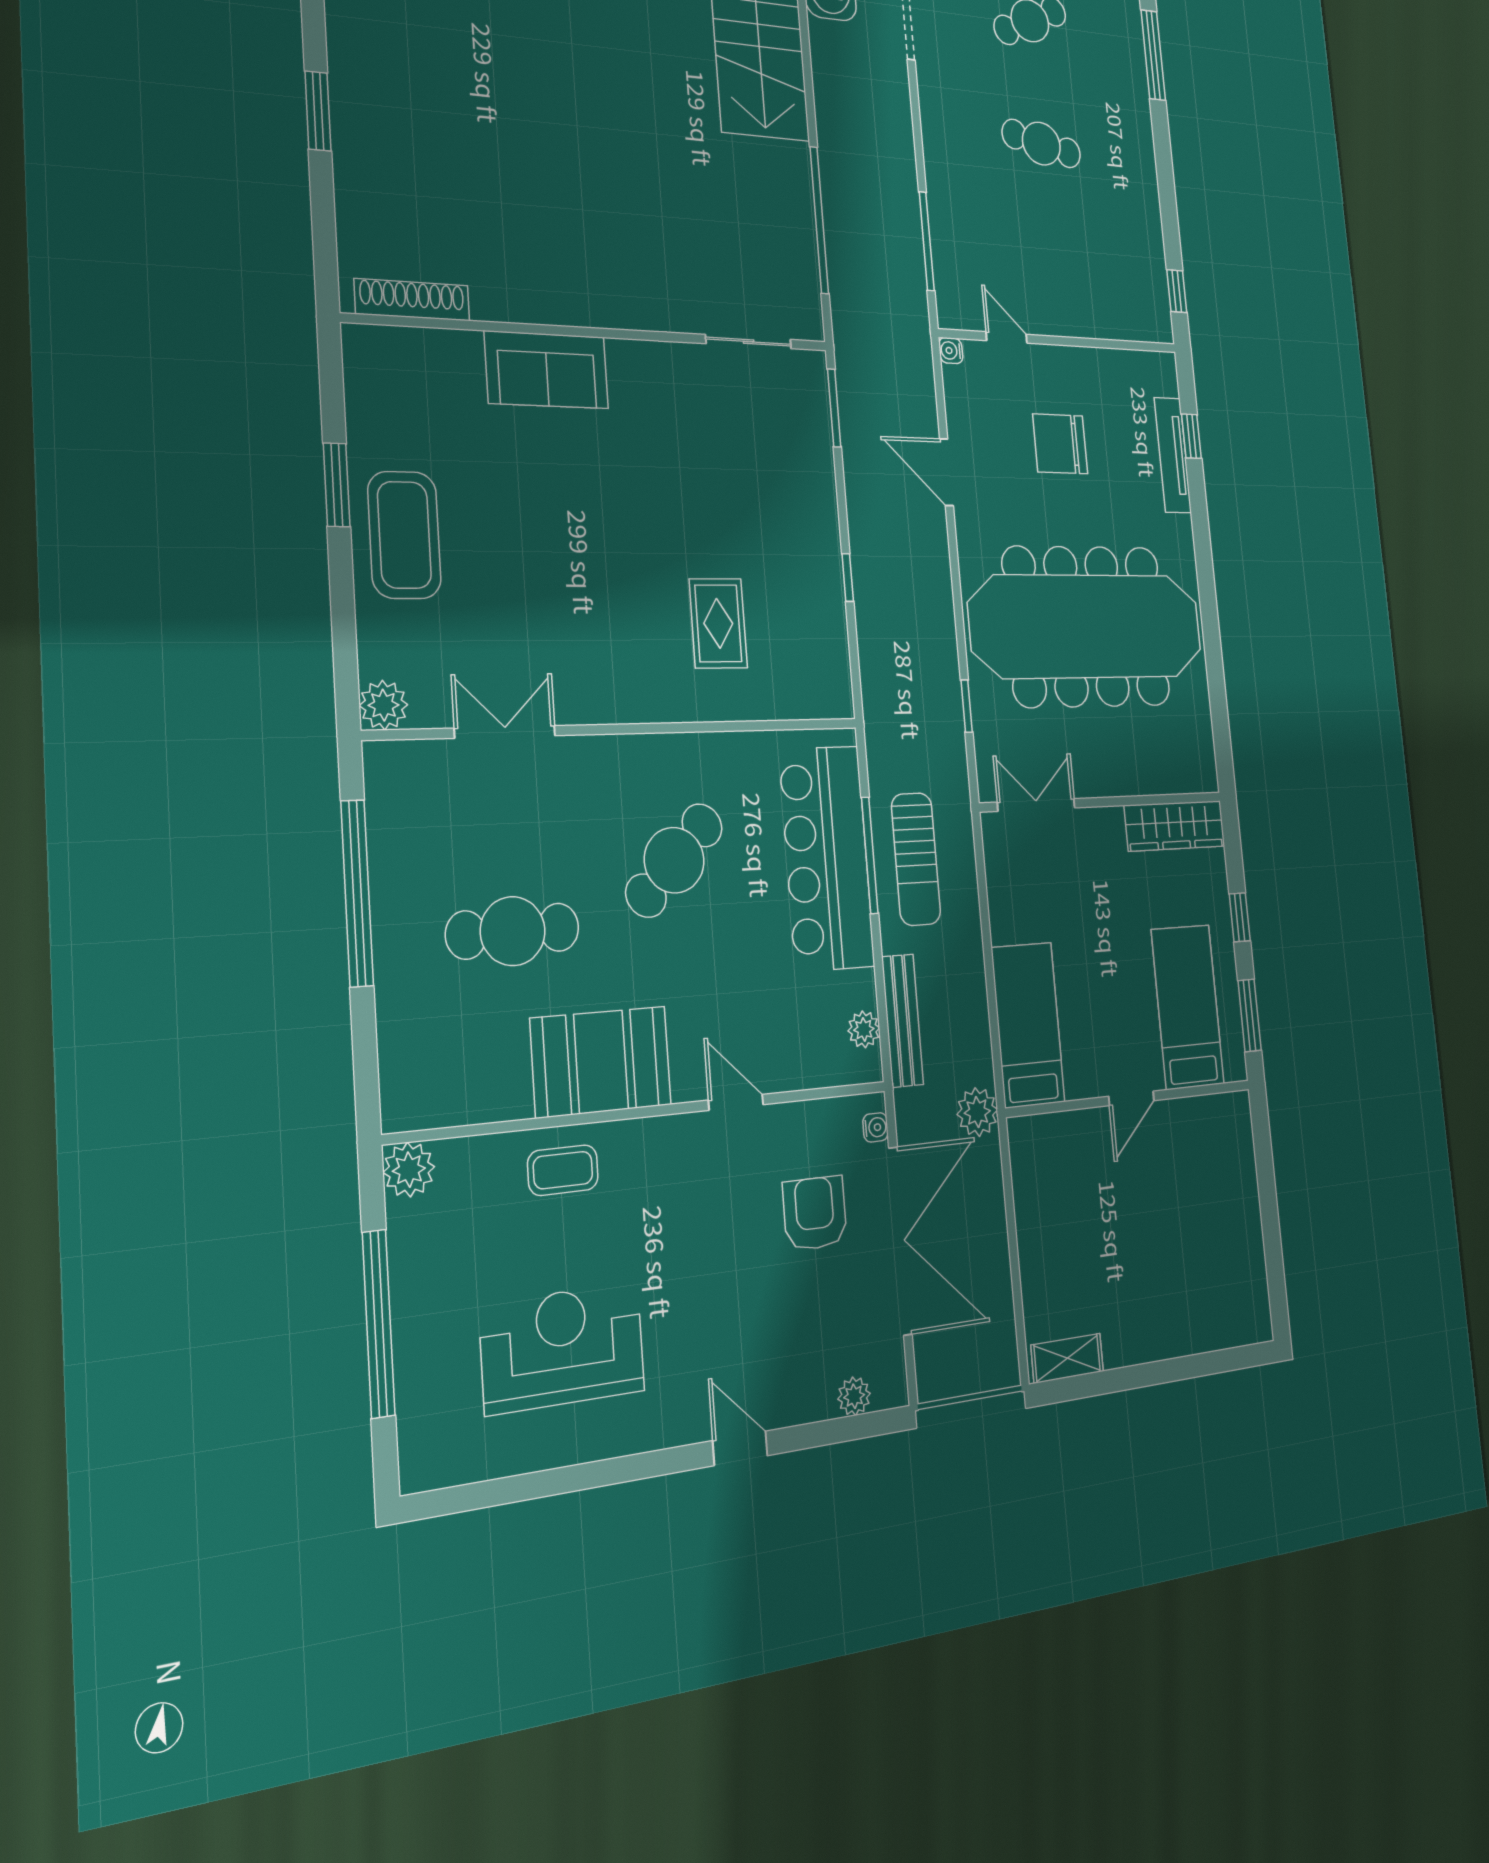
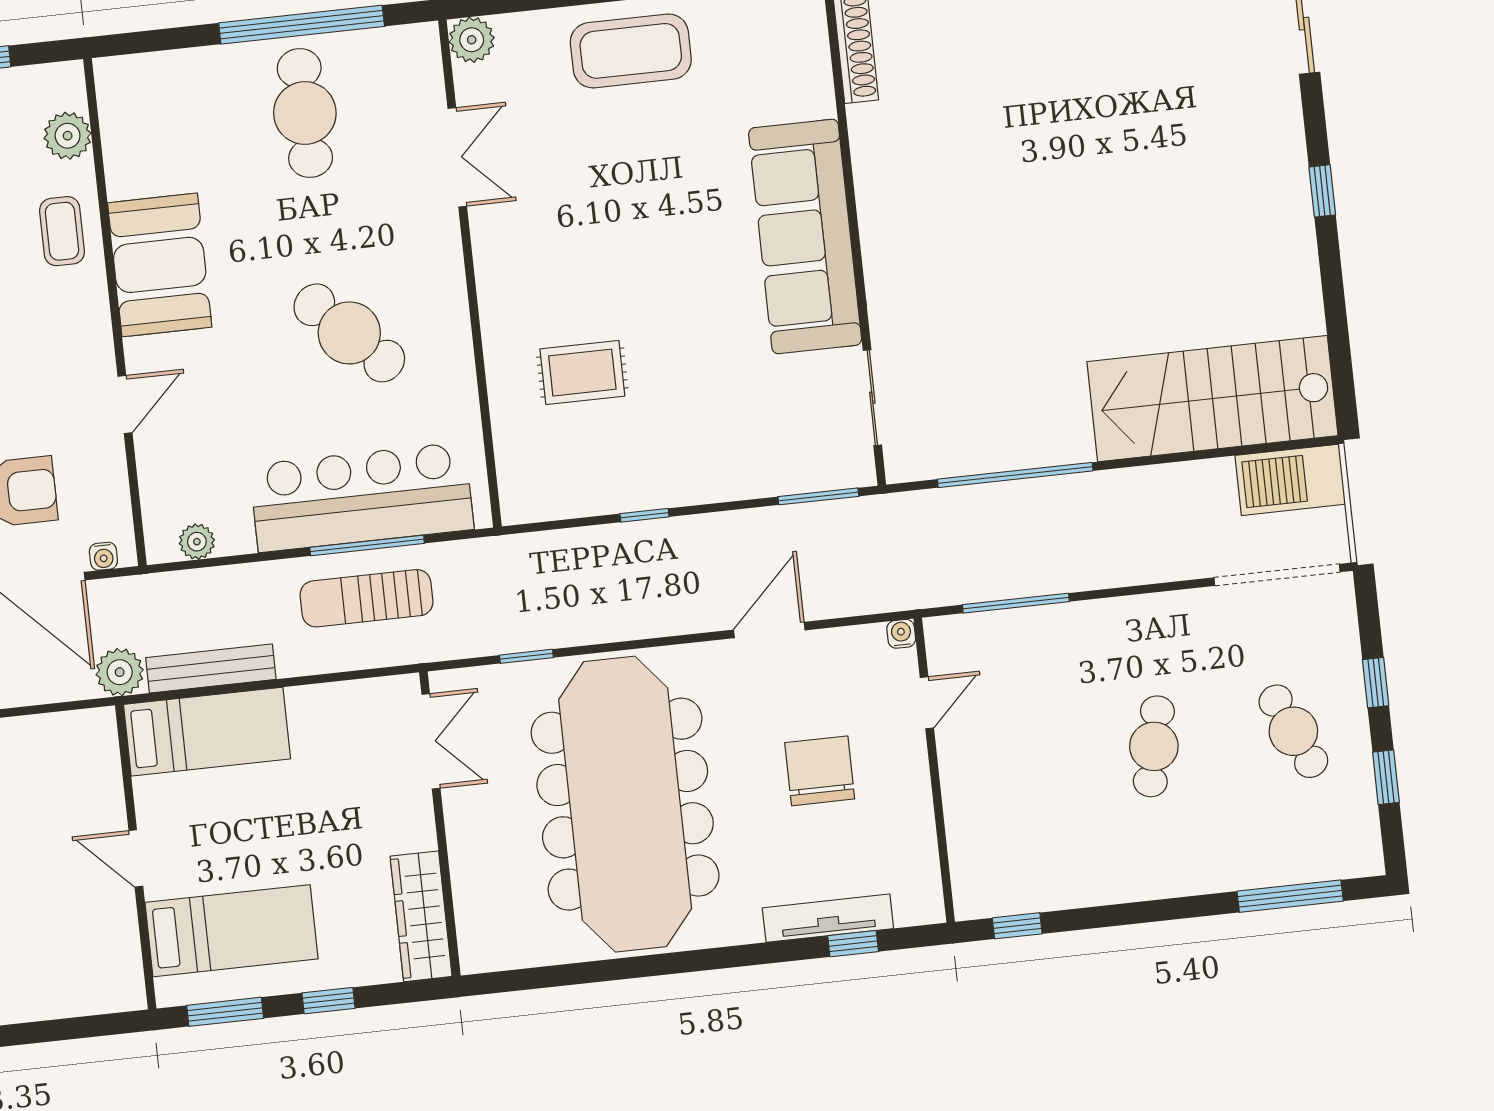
sofa: (547, 370) -> (805, 236), width x1.85, depth x1.27
cafe table: (513, 931) -> (305, 113), moved
bench: (902, 1021) -> (211, 668), moved
plant: (409, 1170) -> (68, 136), moved

